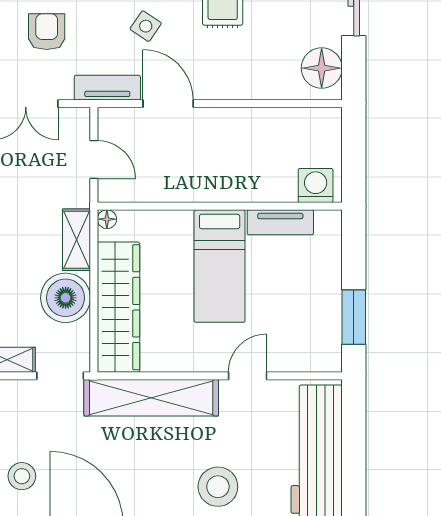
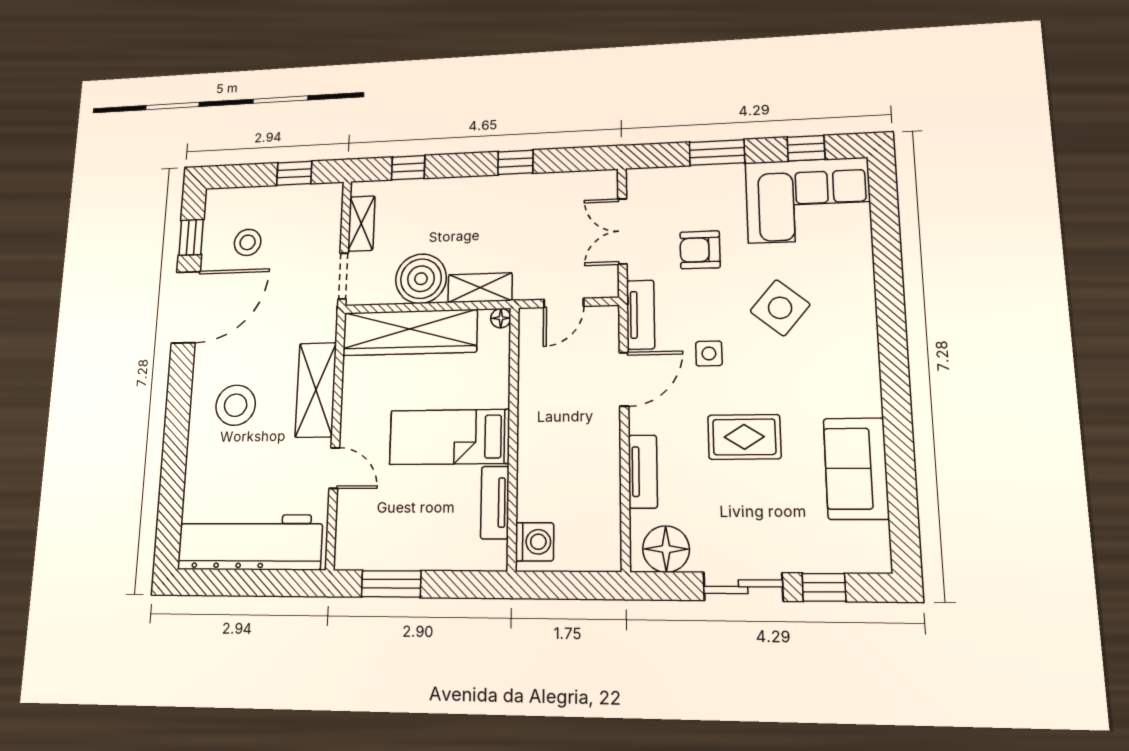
side table: (146, 26) -> (709, 354), turned -34
armchair: (47, 32) -> (700, 250), turned 180
tv unit: (253, 88) -> (643, 472), added
shelving: (151, 398) -> (316, 390), width x0.68
stool: (218, 487) -> (236, 405), moved

